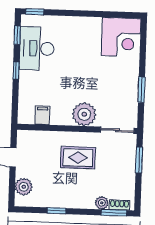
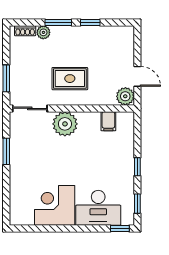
corner desk: (121, 37) -> (55, 205), moved
desk: (37, 49) -> (98, 208), moved, turned 90
plant: (24, 187) -> (125, 96), moved
window: (114, 213) -> (58, 23), moved

